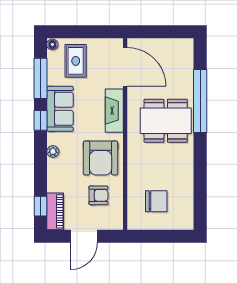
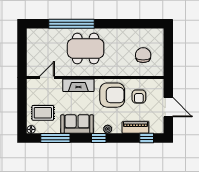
door: (125, 67) -> (47, 77), width x0.53
window: (40, 120) -> (99, 138), moved
dining table: (166, 121) -> (86, 49), turned 90
armchair: (98, 195) -> (139, 97), turned 180
piano: (55, 211) -> (135, 127), moved

